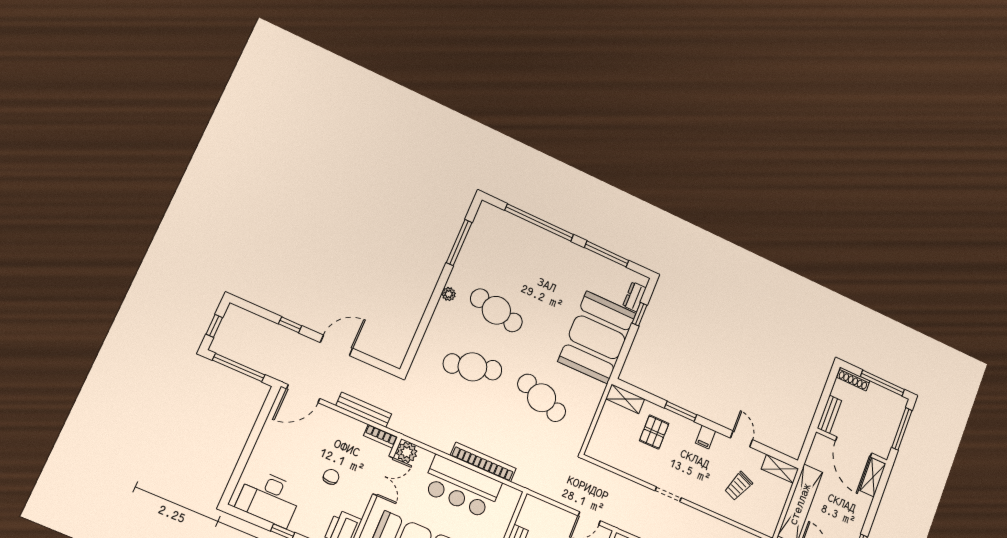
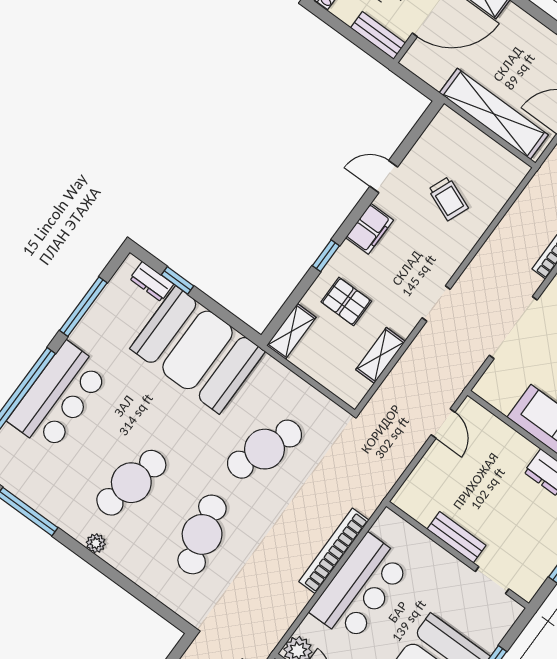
bar counter: (543, 249) -> (59, 397), added
window: (681, 411) -> (326, 256), width x0.67
filing cabinet: (705, 437) -> (369, 229), width x2.00
shelving: (780, 469) -> (380, 355), moved

